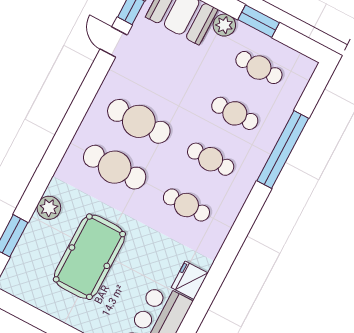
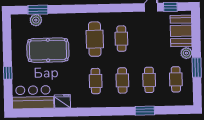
cafe table: (139, 121) -> (121, 39), width x0.73, depth x0.74
window: (283, 150) -> (145, 111), width x0.47
plant: (49, 208) -> (36, 20), moved

